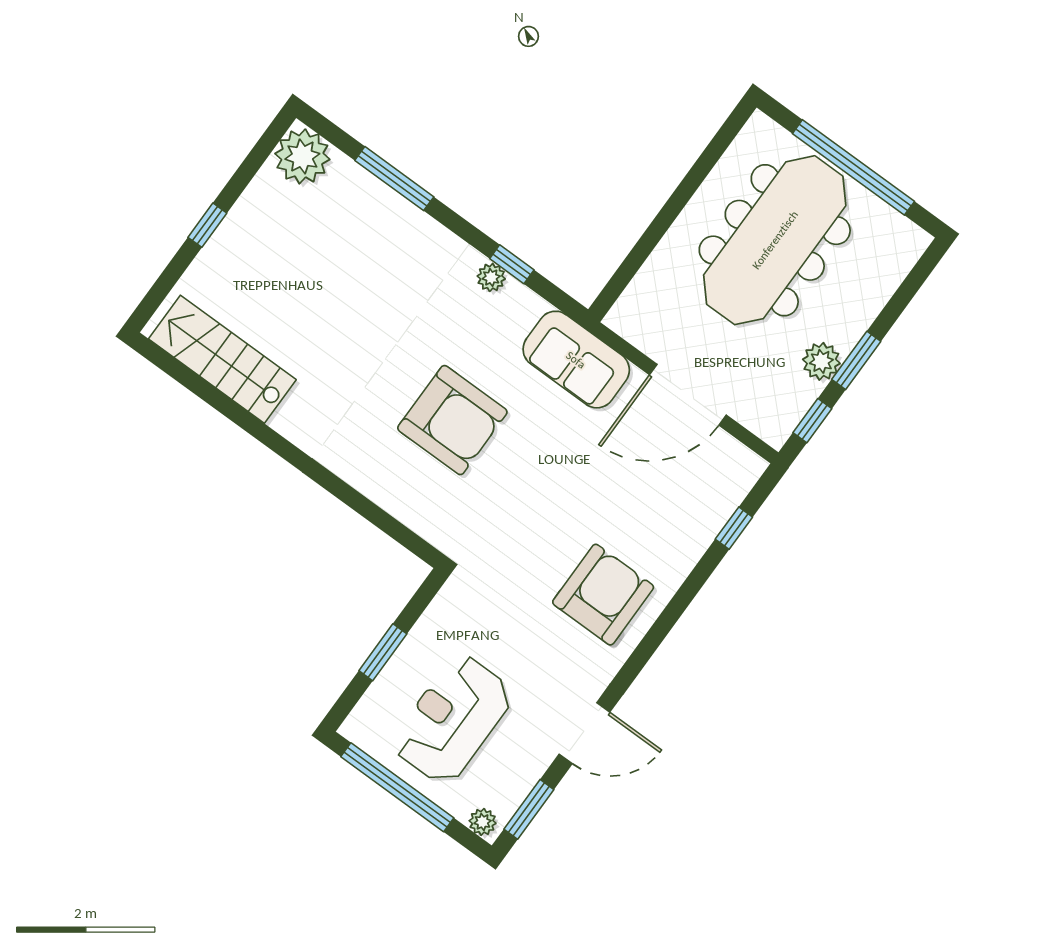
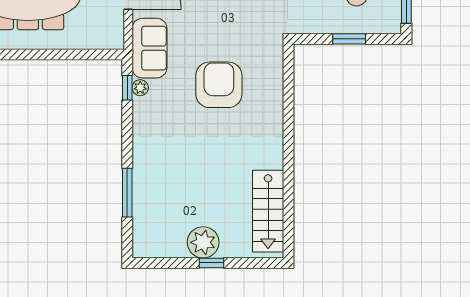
plant: (302, 156) -> (203, 242), moved
window: (512, 264) -> (127, 88), moved
plant: (491, 277) -> (140, 88), moved

